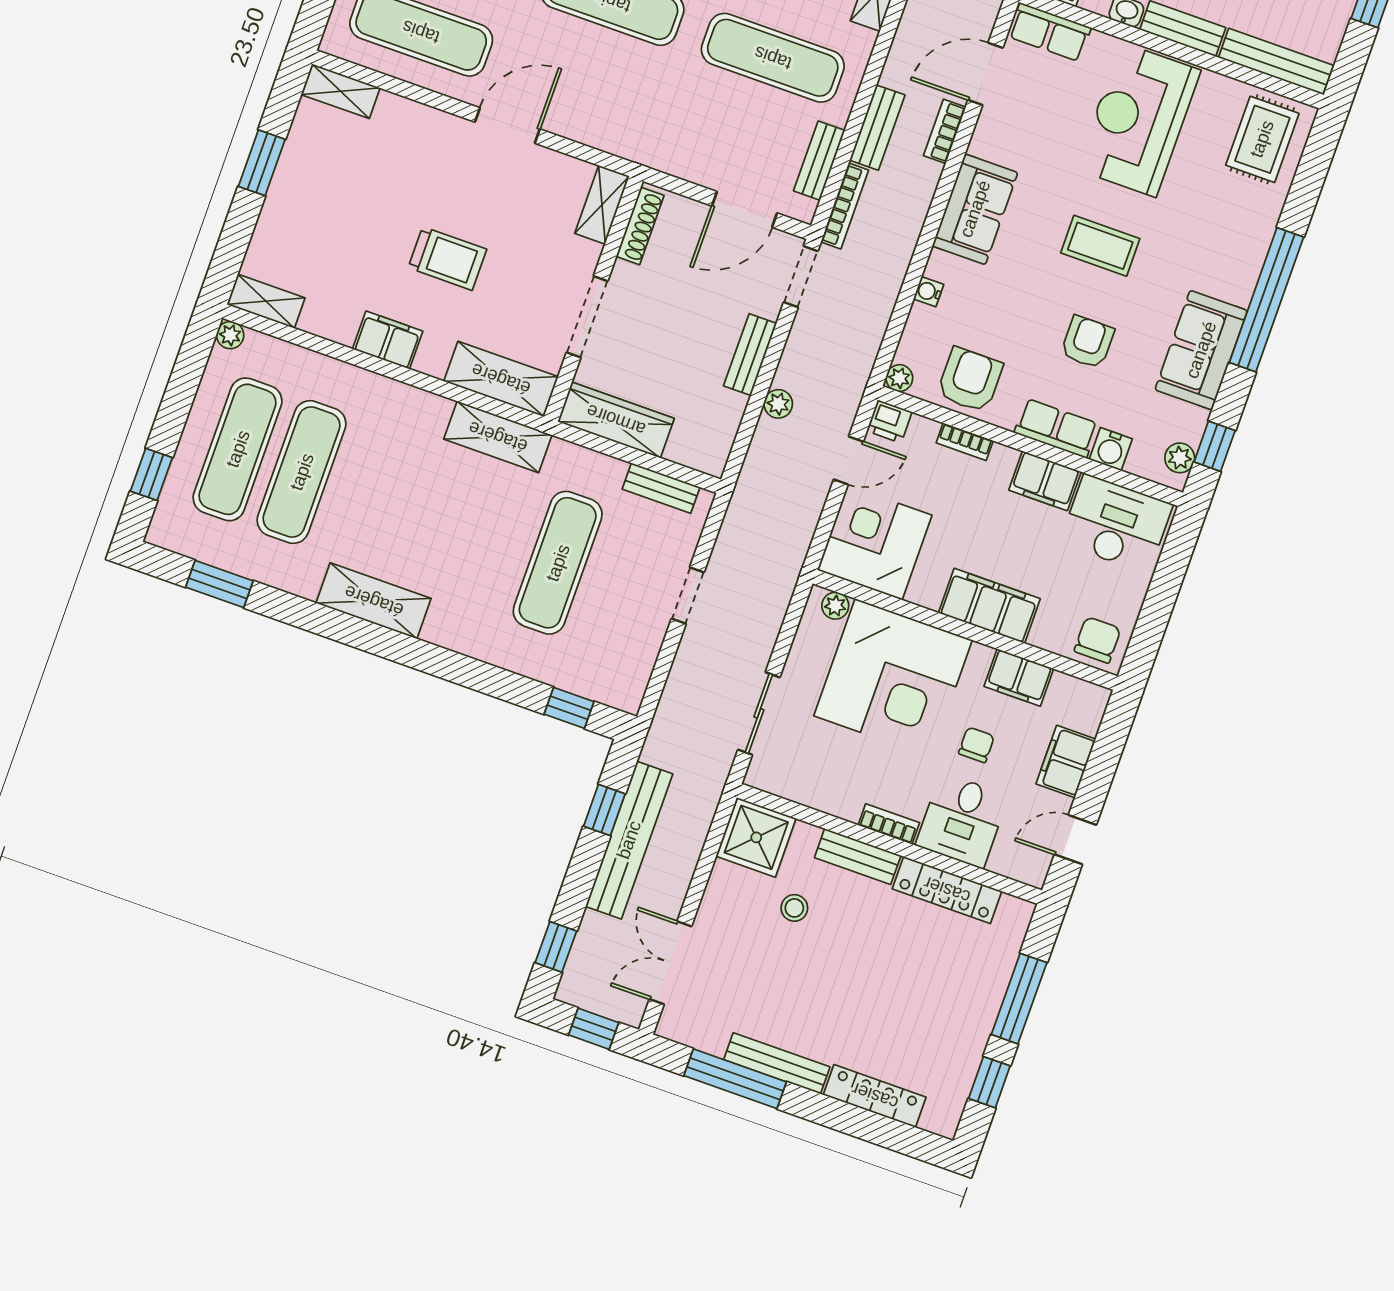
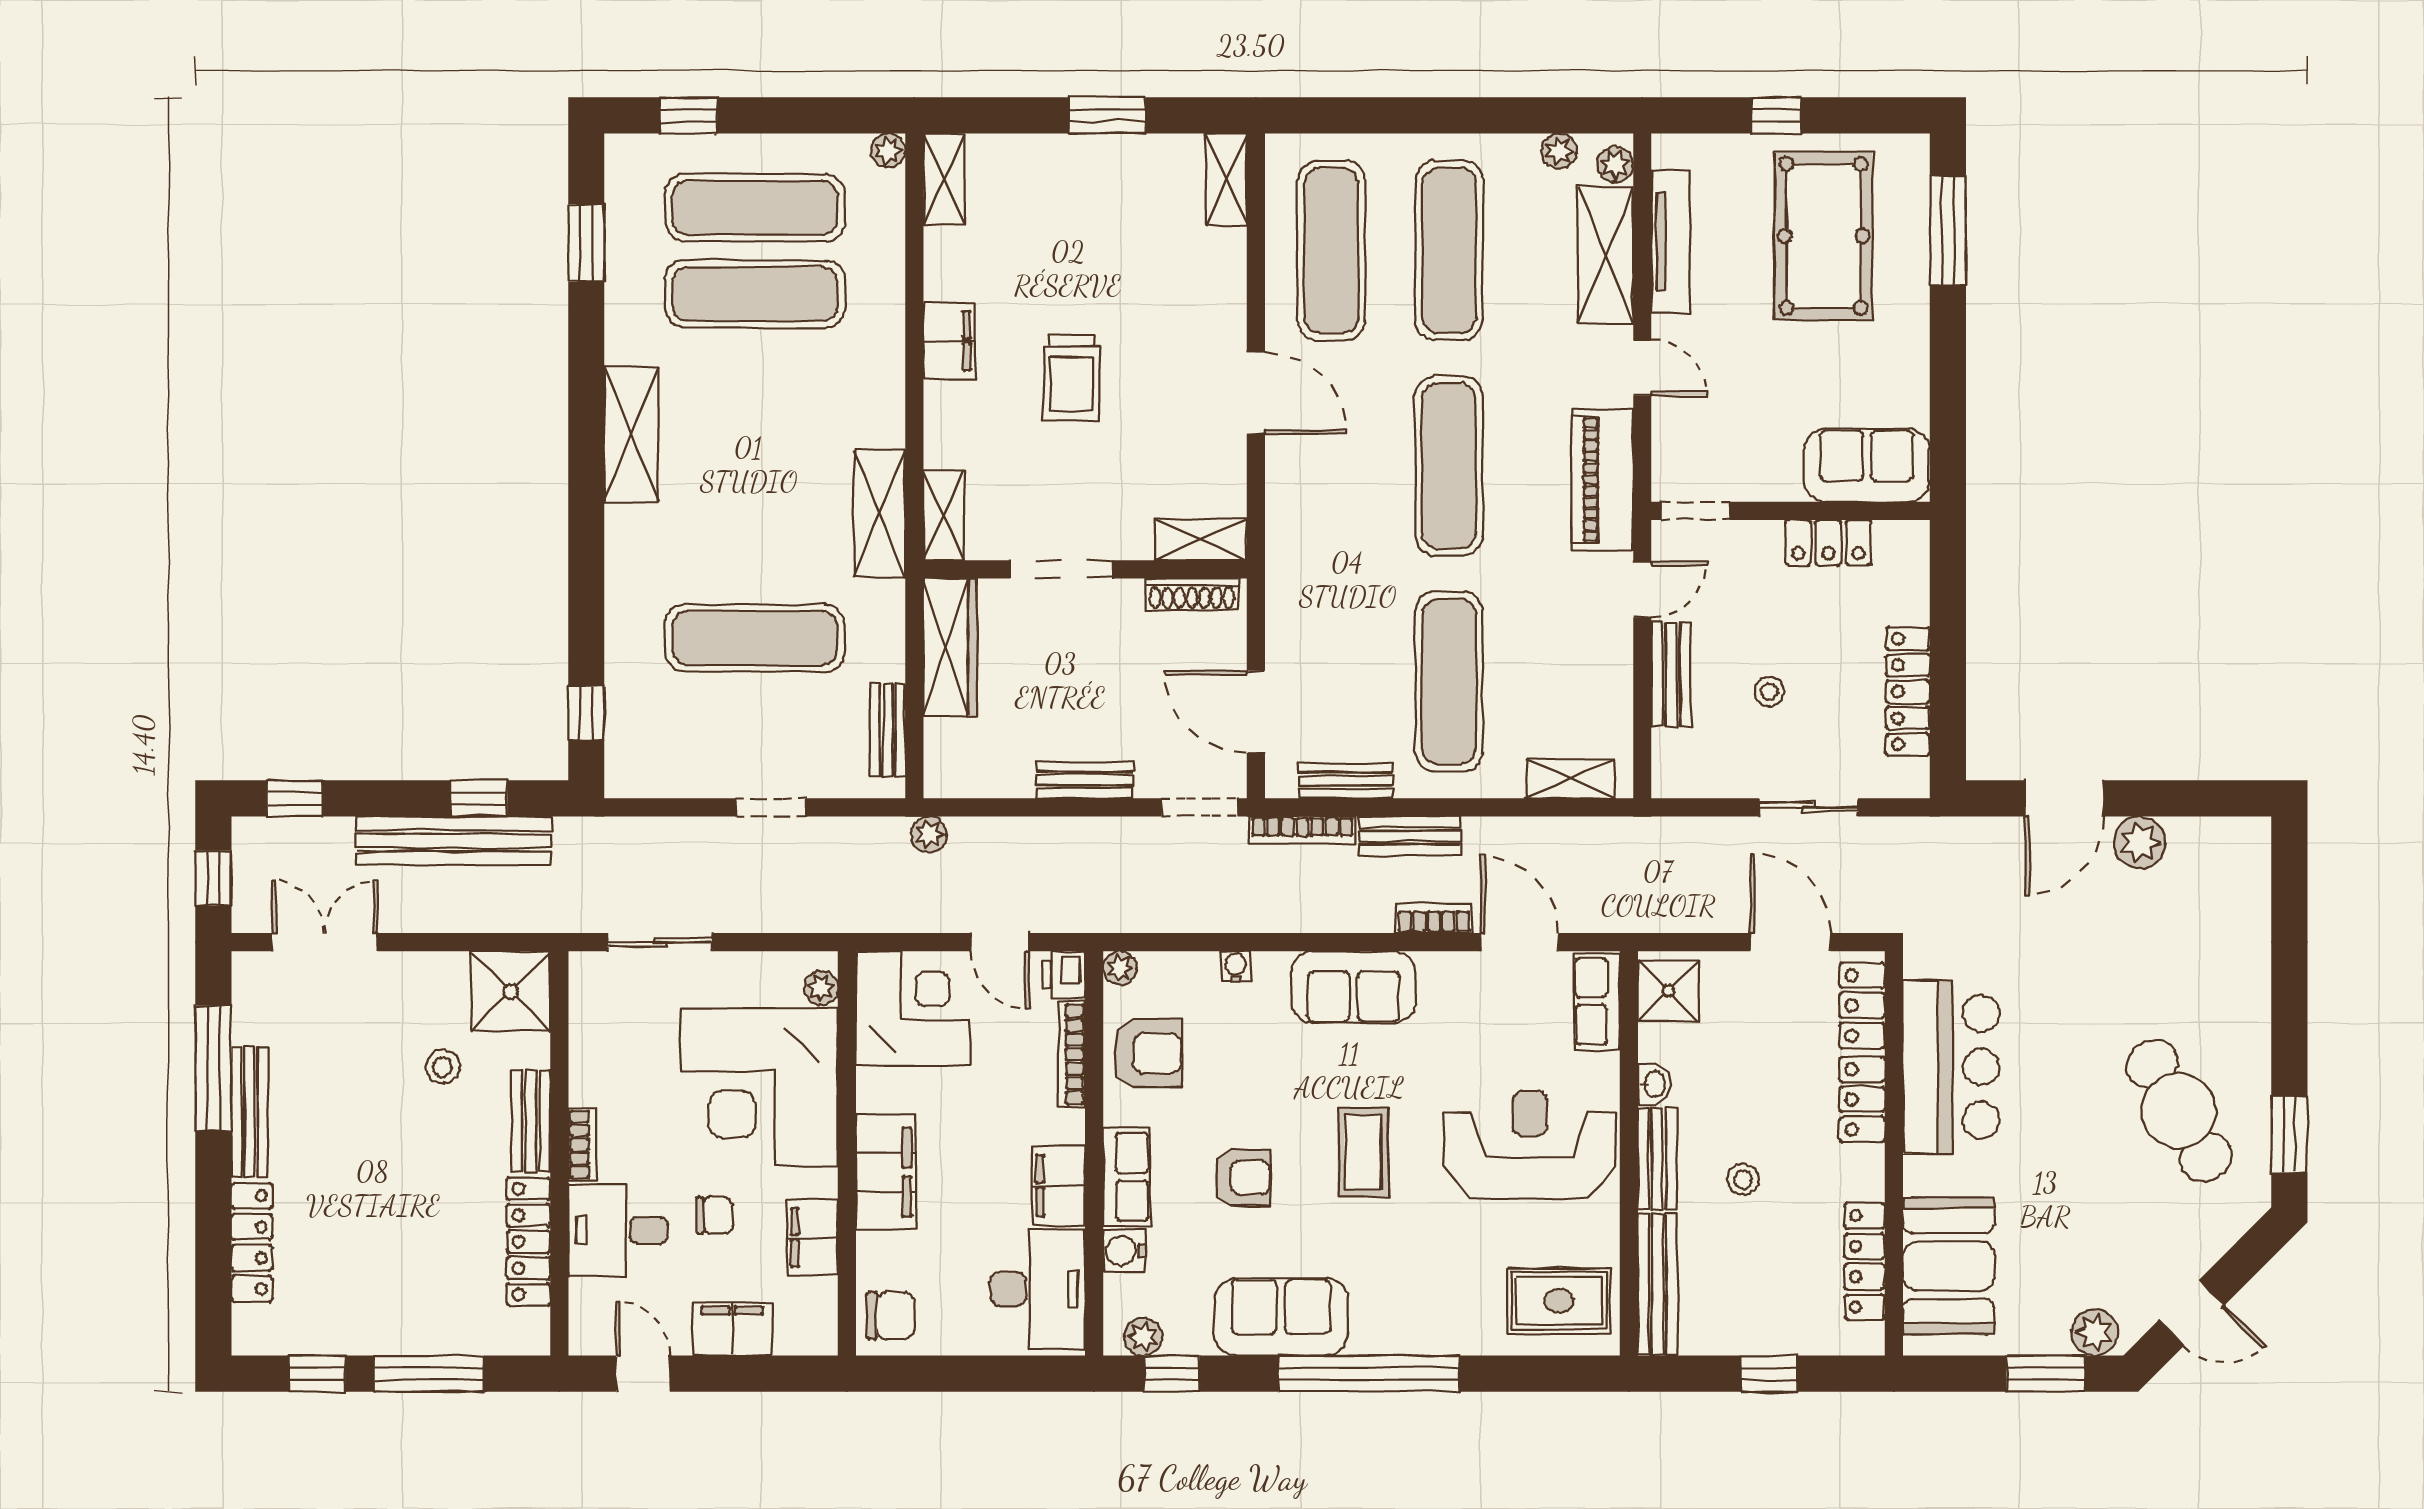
shelving: (501, 379) -> (944, 515), width x0.67, depth x0.75
plant: (778, 404) -> (929, 834), moved
bookcase: (965, 442) -> (1072, 1054), width x1.56

